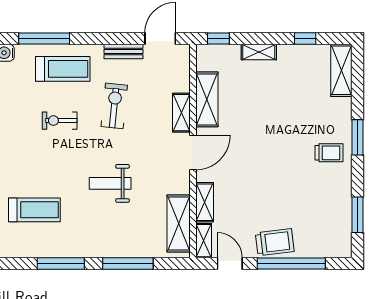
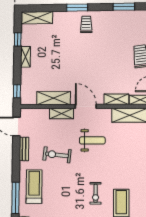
shelving: (259, 52) -> (25, 57), moved
exercise bike: (60, 121) -> (96, 193), moved
weight bench: (110, 183) -> (92, 140), moved, turned -90

